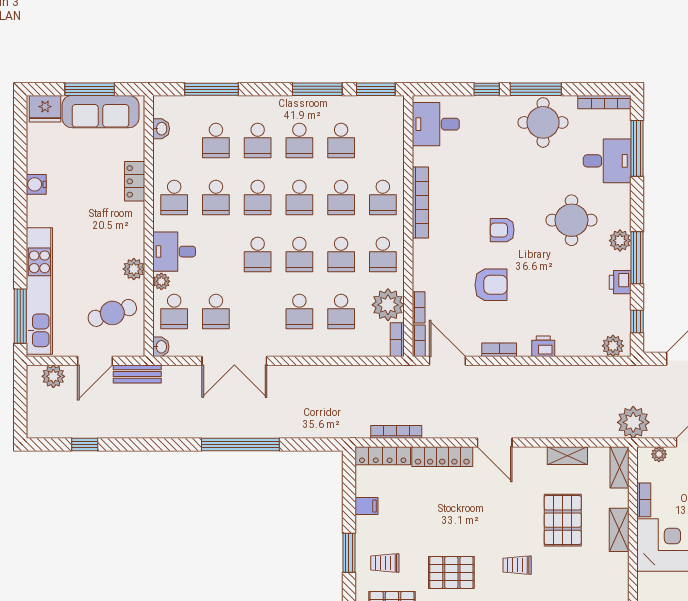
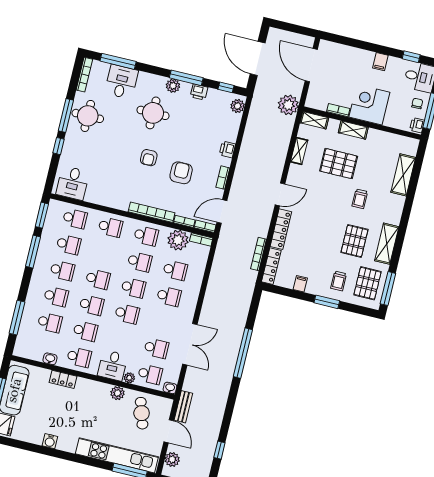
washbasin: (161, 129) -> (50, 359), moved
school desk: (341, 198) -> (75, 219), moved
bookcase: (420, 202) -> (152, 212), moved
plant: (659, 454) -> (312, 94), removed

